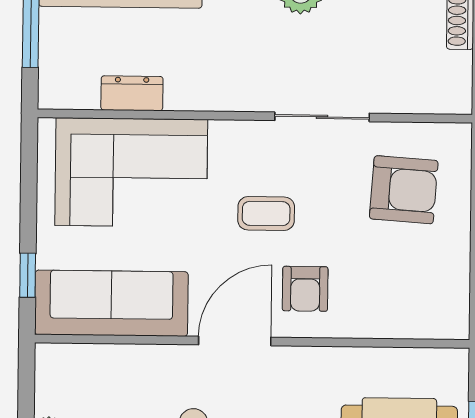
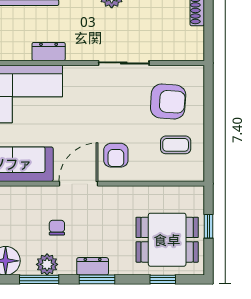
dresser: (132, 93) -> (49, 52), moved
coffee table: (266, 213) -> (176, 145), moved

